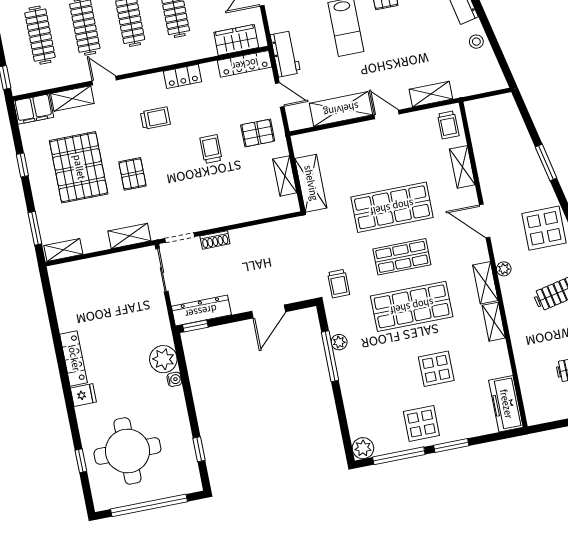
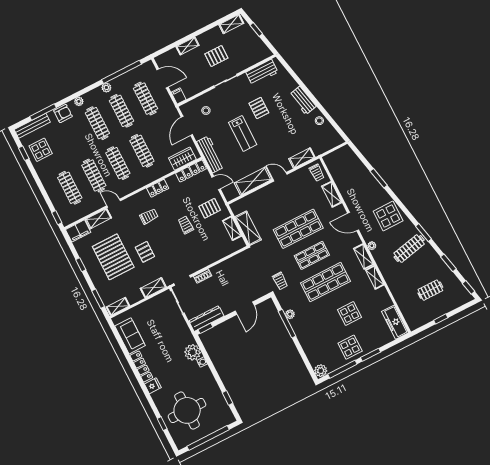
workbench: (285, 54) -> (210, 154), width x1.38
sofa: (69, 303) -> (130, 336), added

